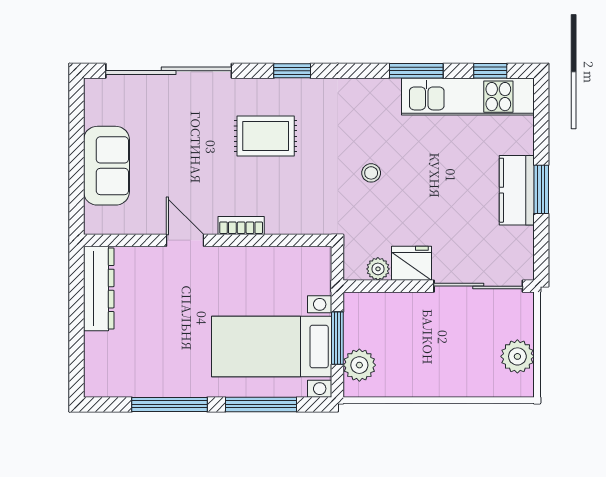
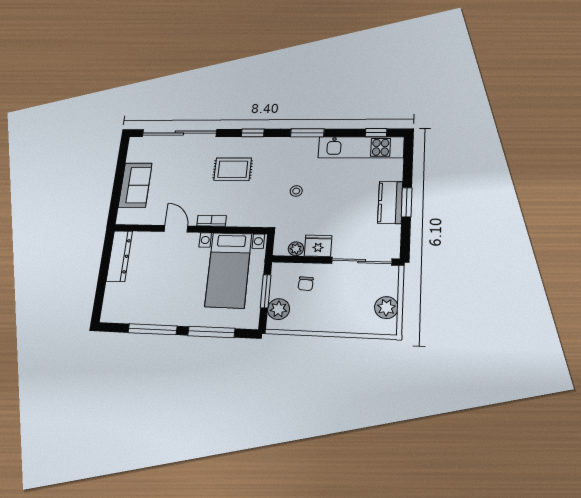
window: (416, 71) -> (307, 133), moved
chair: (397, 324) -> (306, 284), added
bed with nightstands: (272, 346) -> (228, 270), moved, turned -90

